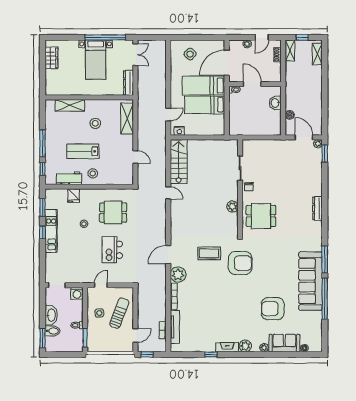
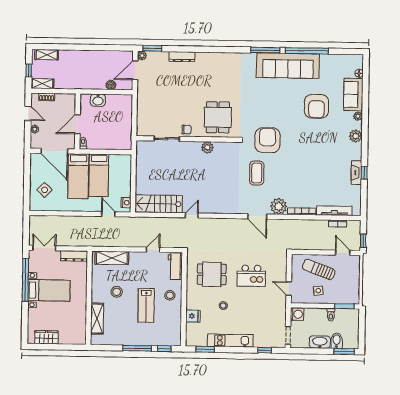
workbench: (69, 178) -> (175, 266), moved
dresser: (317, 208) -> (182, 57), moved
dining table: (113, 213) -> (212, 274), turned 90
window: (43, 232) -> (265, 350), moved
fireplace: (227, 347) -> (356, 173), moved

